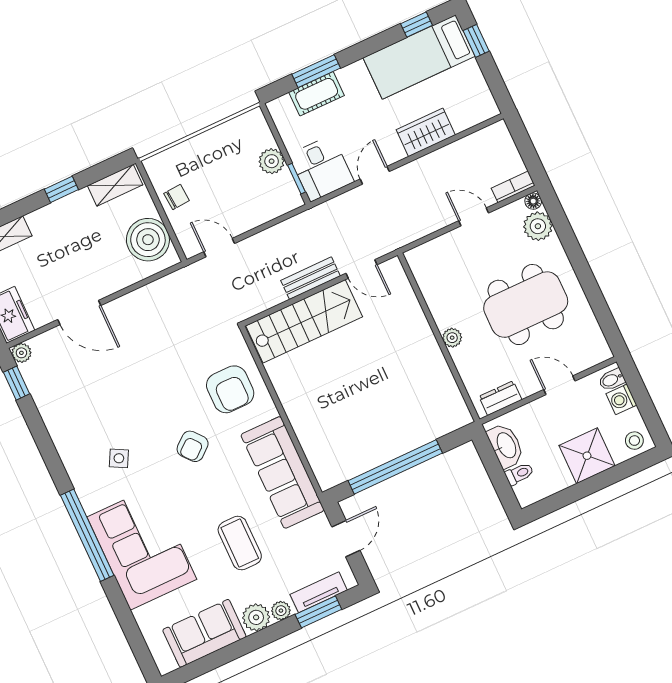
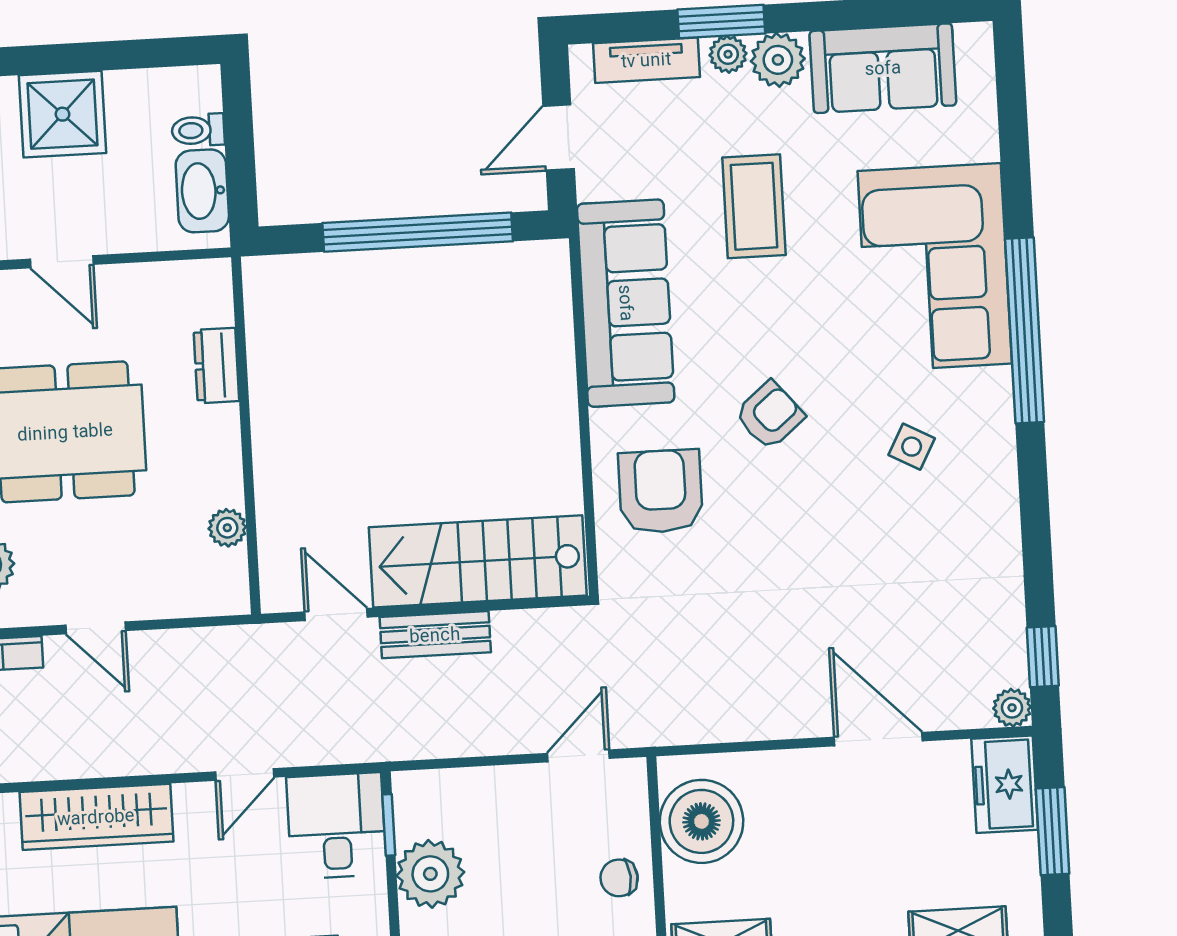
wardrobe: (426, 132) -> (96, 817), width x1.50
plant: (272, 161) -> (430, 874), width x1.36, depth x1.36
door: (219, 248) -> (578, 756), swing flipped
plant: (452, 338) -> (227, 528), moved
dresser: (500, 398) -> (216, 365), moved, turned 90
window: (318, 612) -> (721, 21), moved

